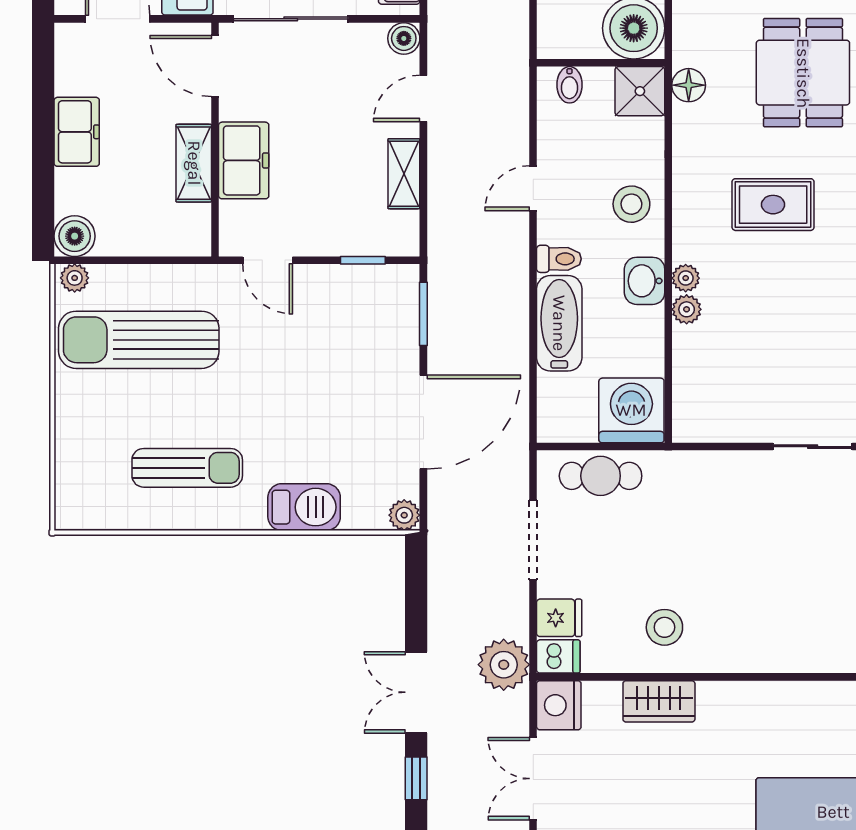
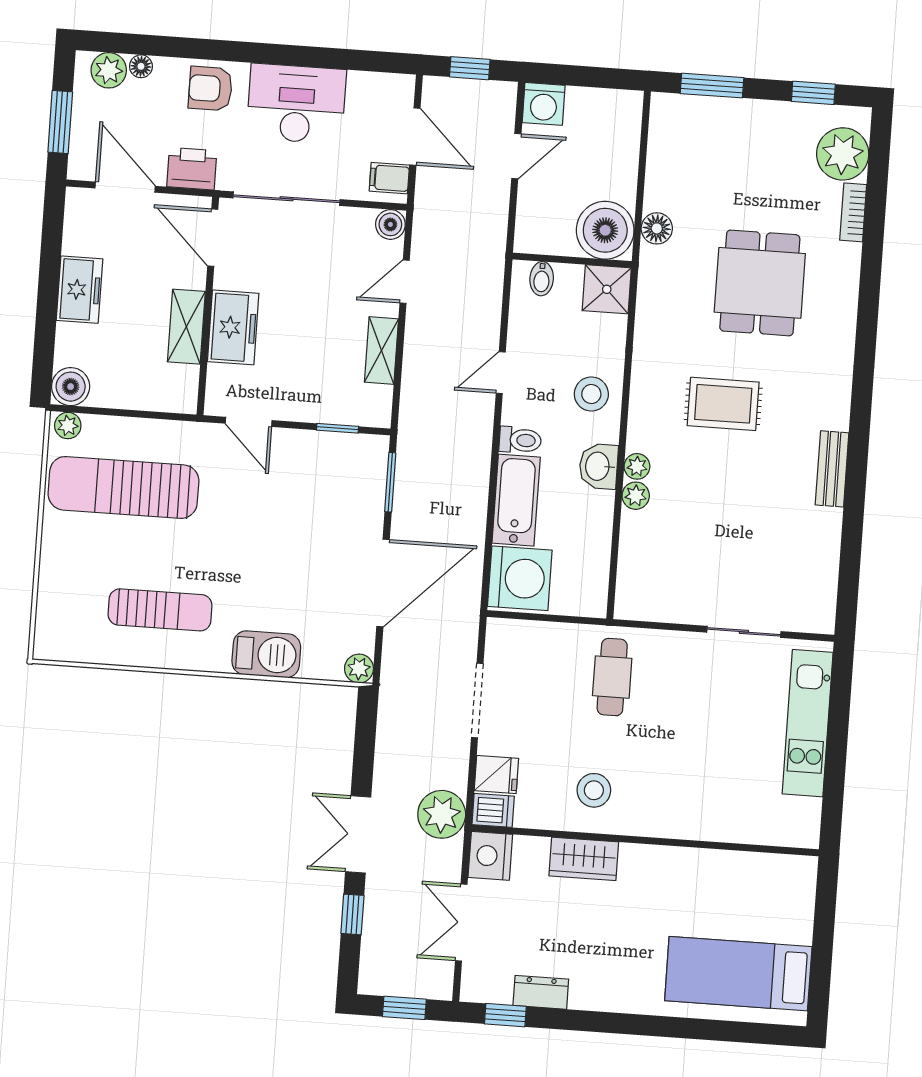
floor lamp: (689, 85) -> (657, 228), moved
washing machine: (631, 410) -> (520, 578), moved, turned 90
cafe table: (601, 476) -> (612, 677), moved, turned 90

